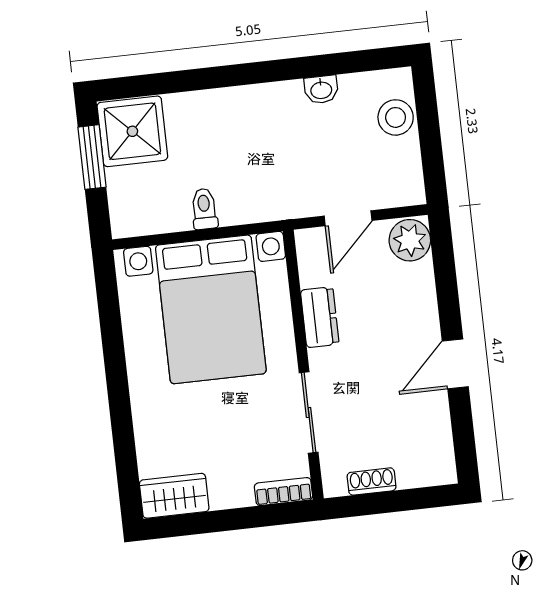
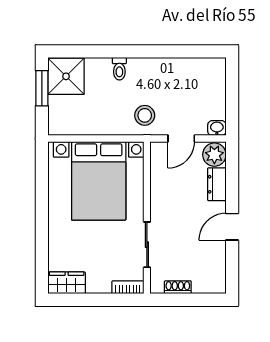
washbasin: (321, 90) -> (217, 128), moved, turned 180
stool: (396, 117) -> (145, 115), moved
toilet: (204, 209) -> (119, 69), moved, turned 180
dresser: (320, 317) -> (217, 184), moved, turned 180

